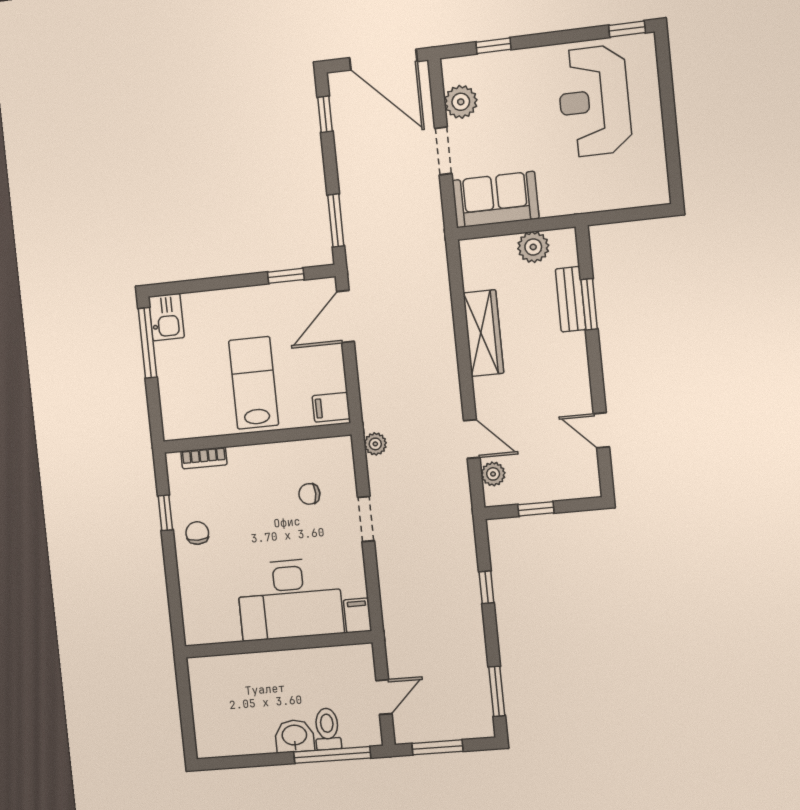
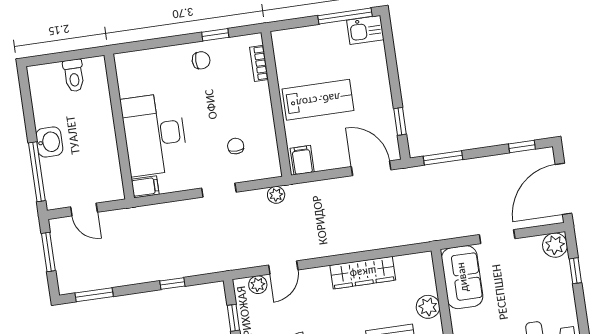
plant: (461, 102) -> (555, 245), moved
toilet: (327, 729) -> (74, 75), moved, turned 90

